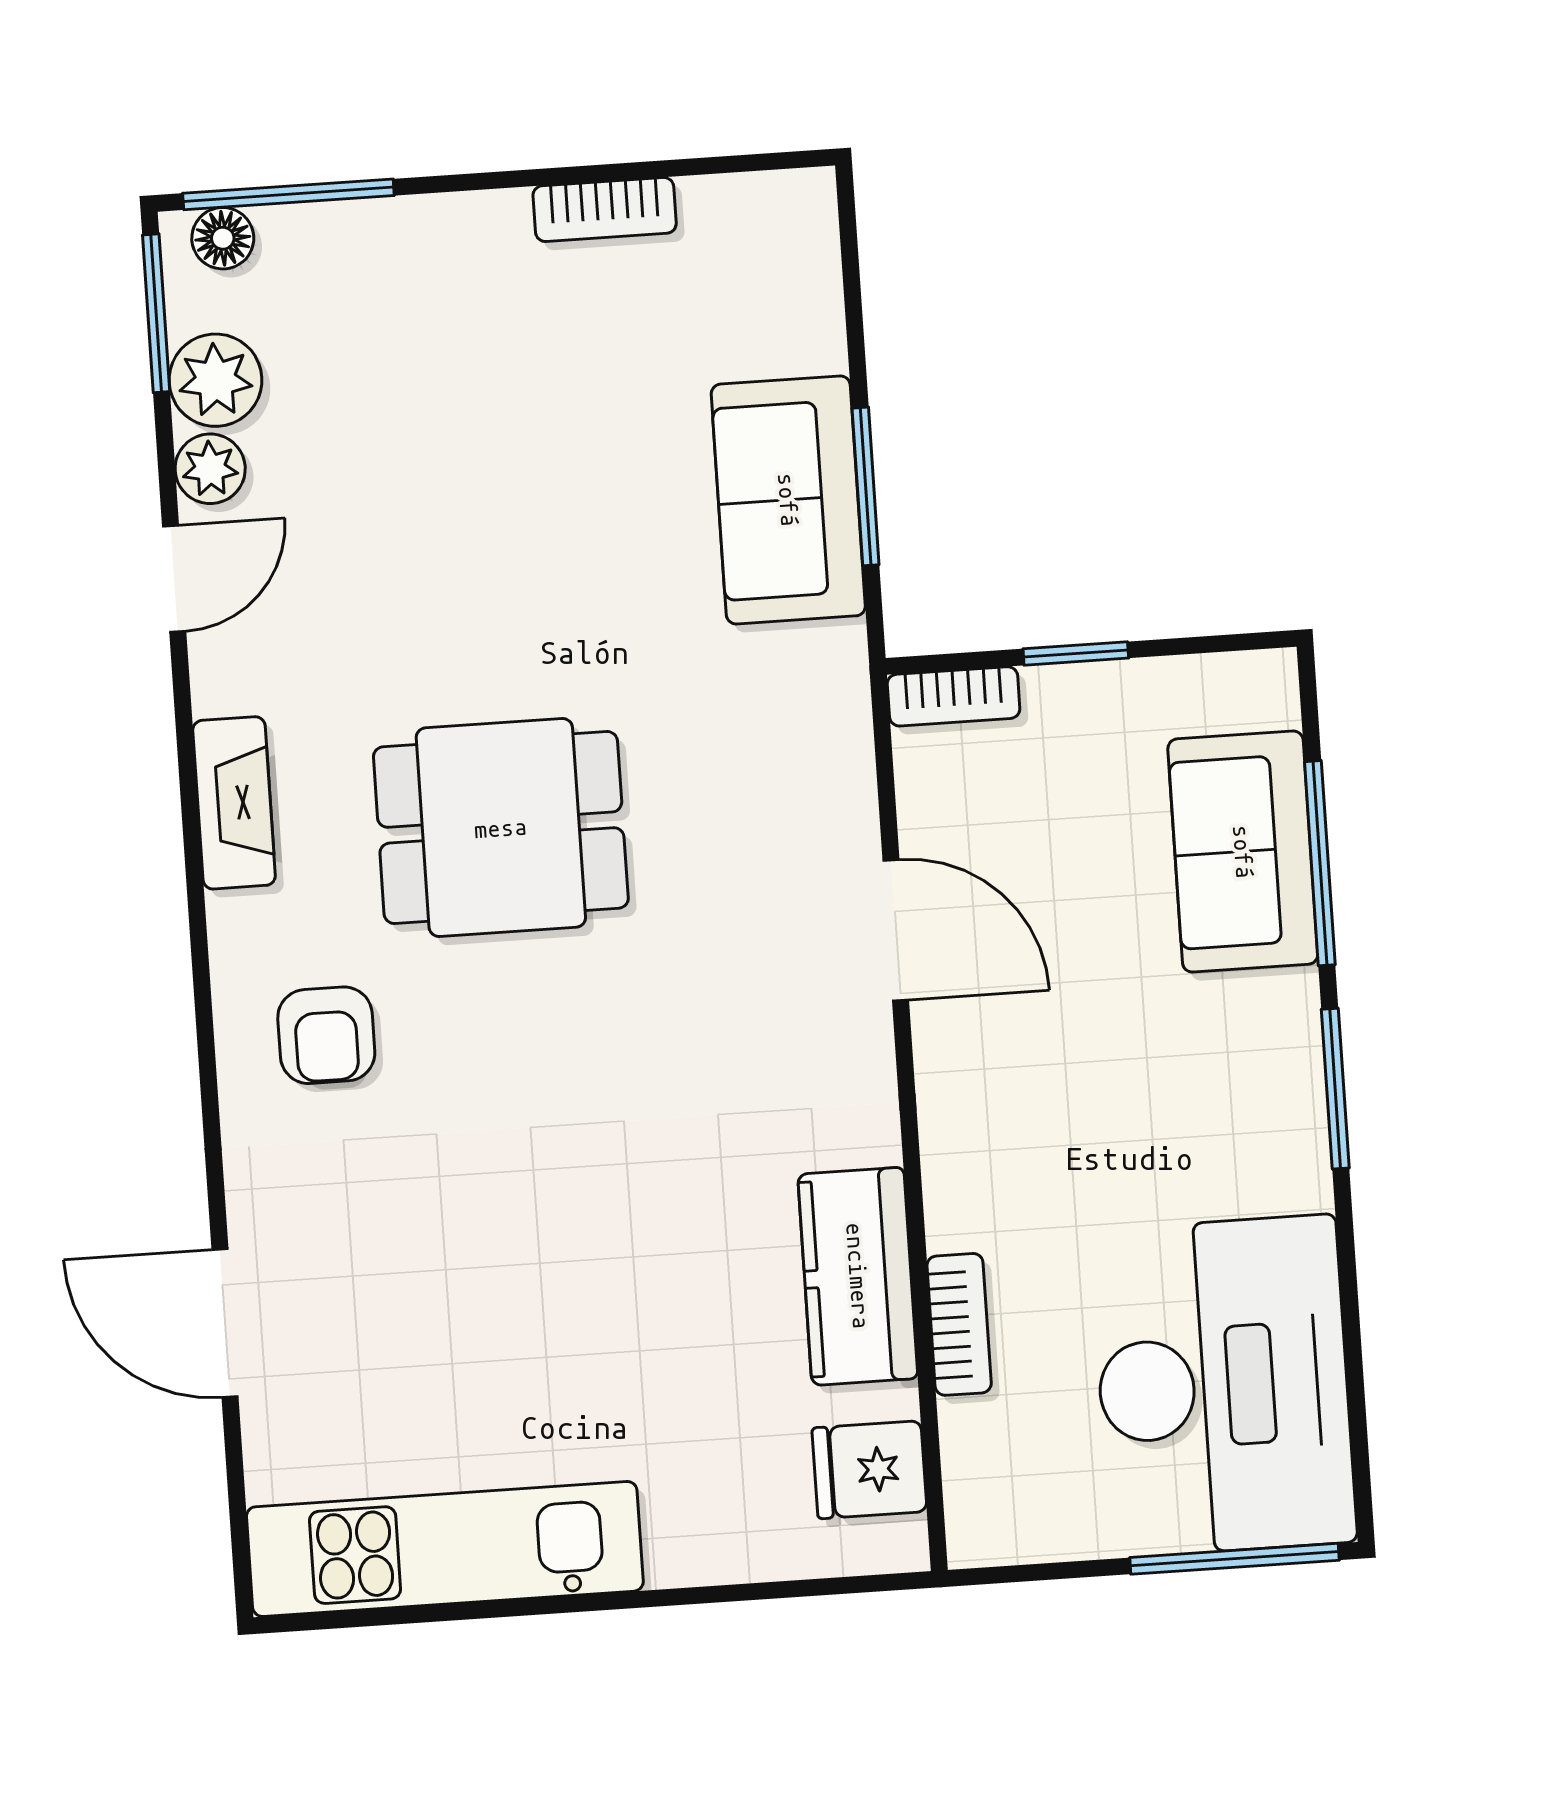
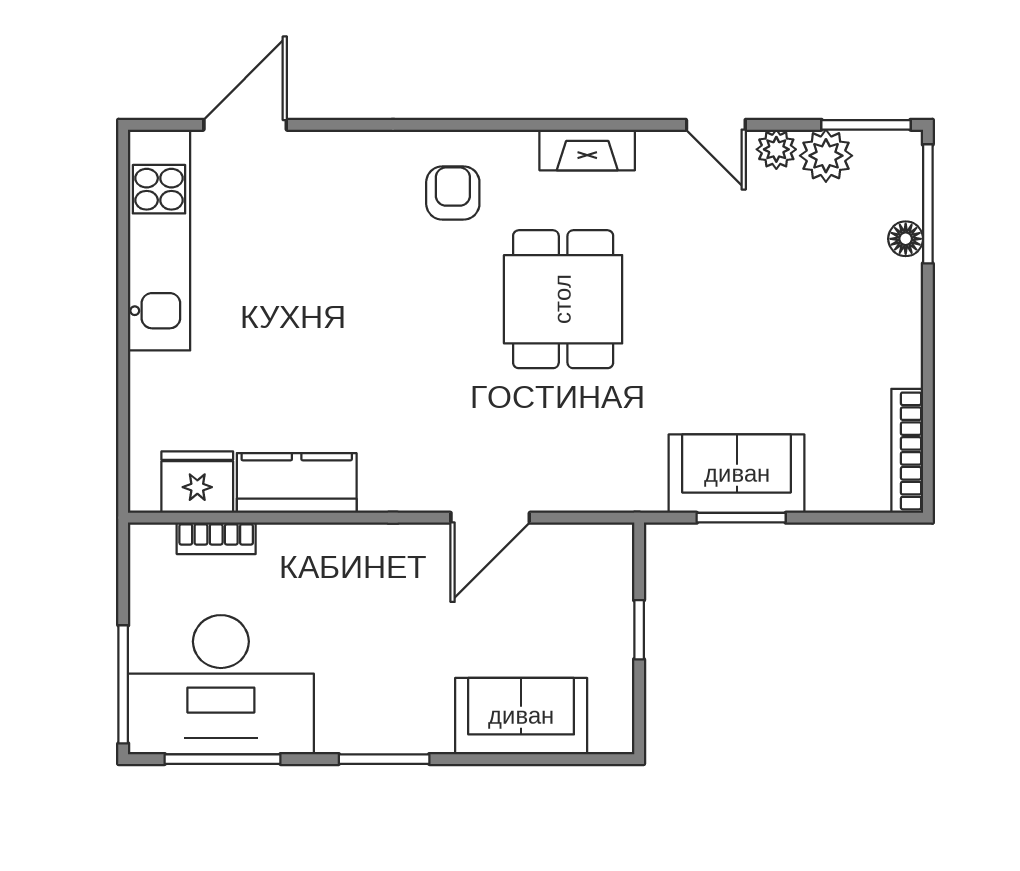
bookcase: (605, 209) -> (907, 451), moved, width x1.56
floor lamp: (223, 238) -> (906, 239), moved
bookcase: (954, 696) -> (620, 559), removed
window: (1320, 863) -> (223, 759), moved
armchair: (326, 1035) -> (453, 193), turned 90
door: (225, 1323) -> (245, 125), moved
bookcase: (959, 1324) -> (216, 538), moved
fridge: (869, 1470) -> (197, 482), width x1.38

